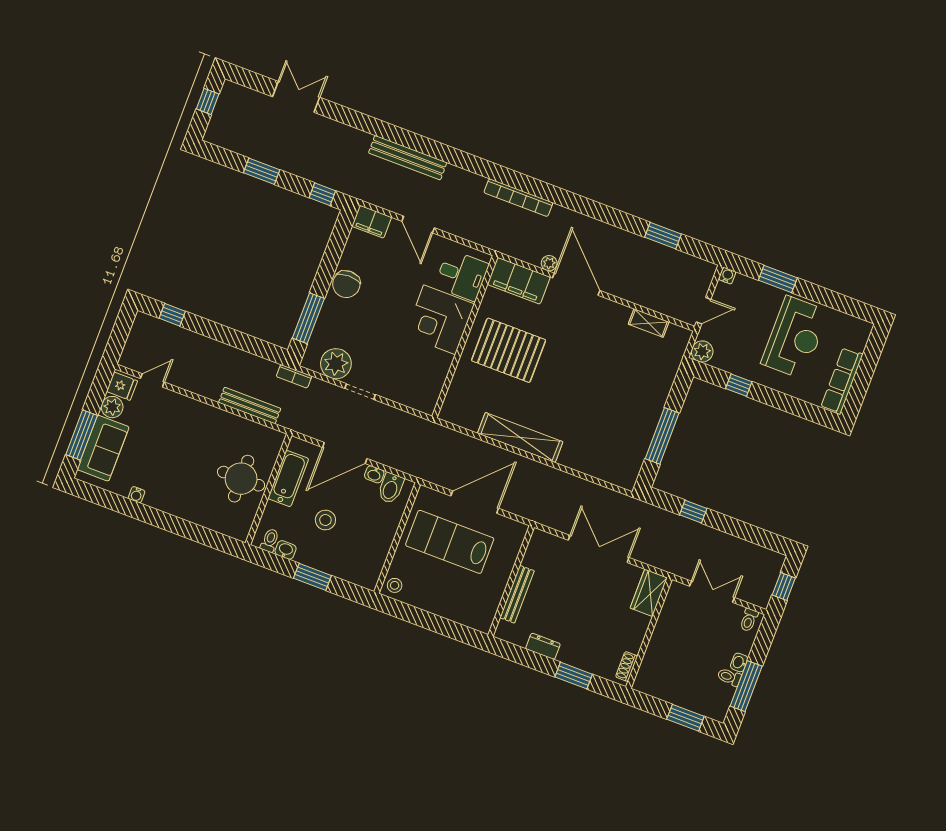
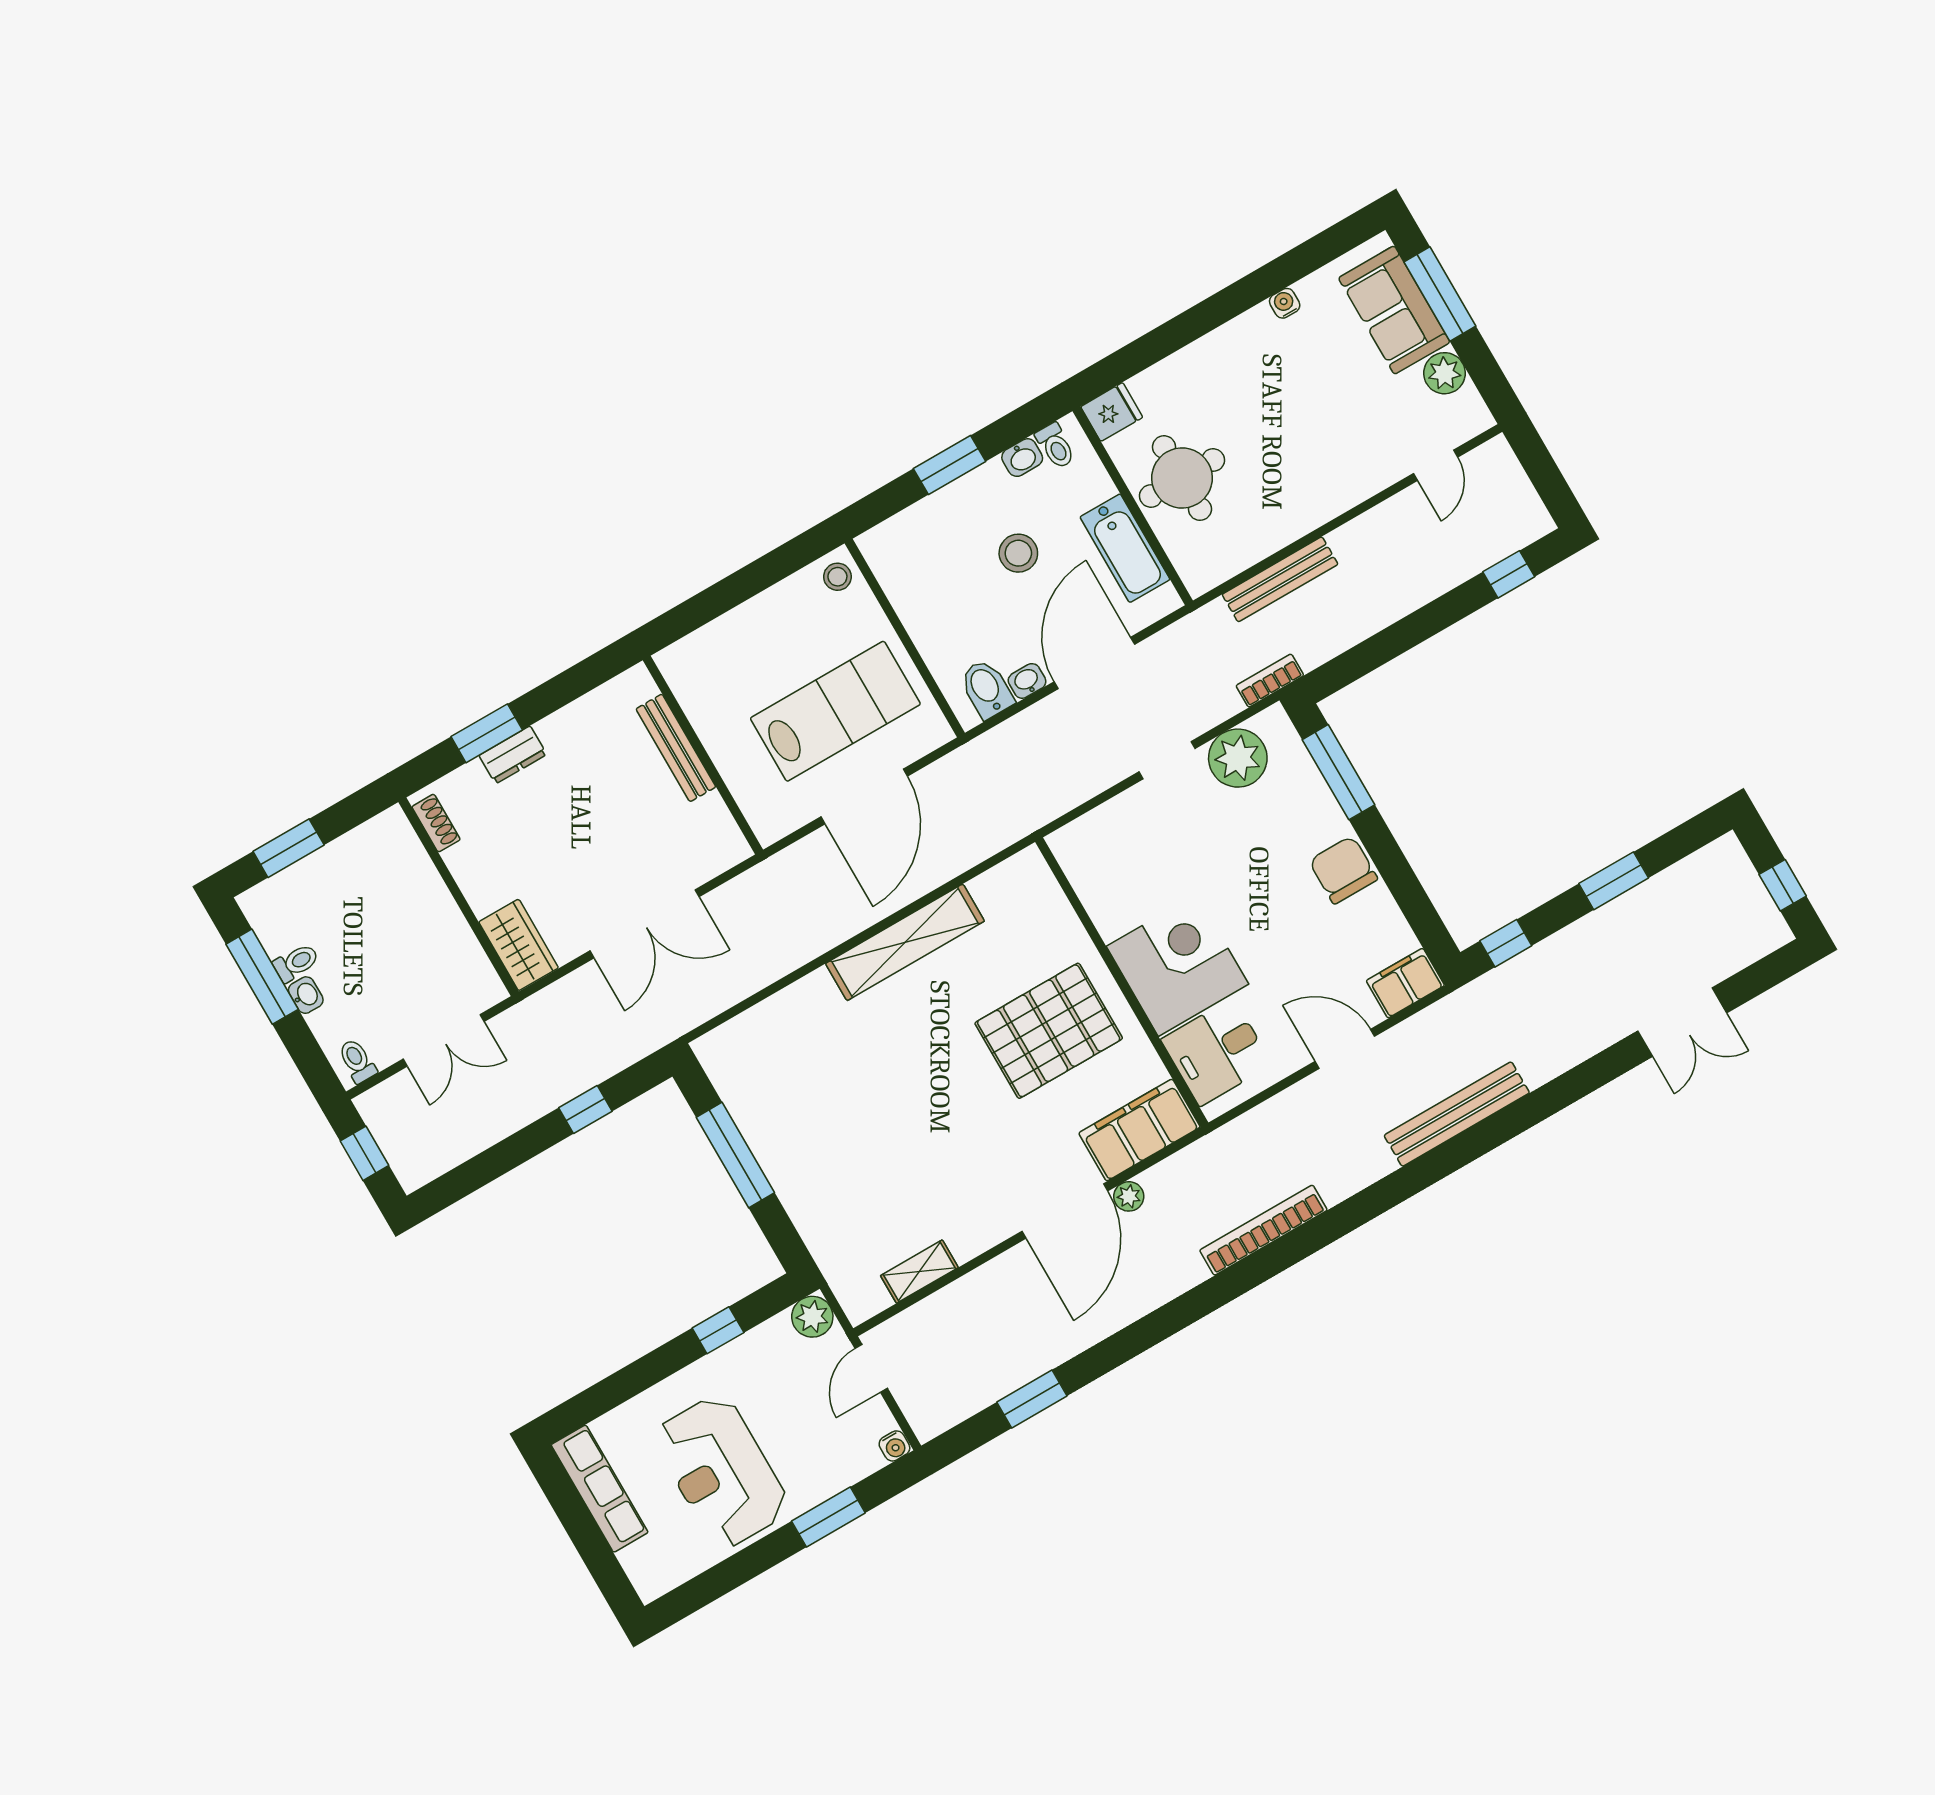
door: (576, 284) -> (1065, 1211), hinge flipped
fridge: (122, 386) -> (1112, 412), moved, turned 180
dresser: (543, 646) -> (513, 755), moved

